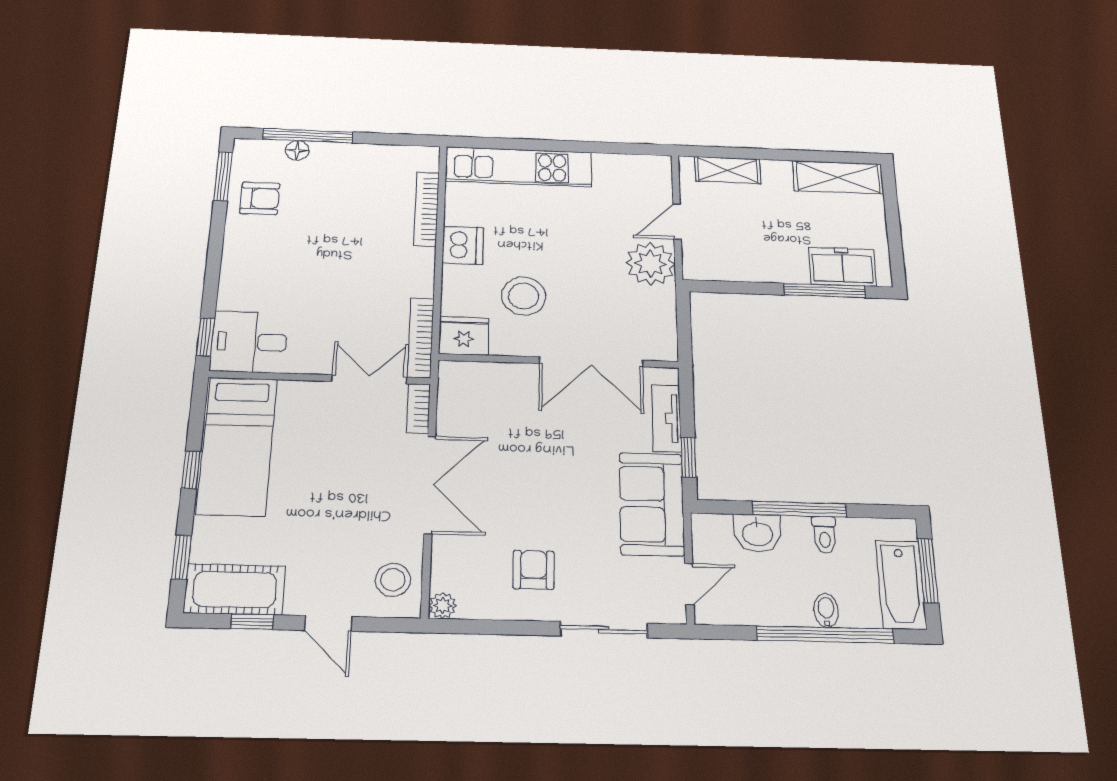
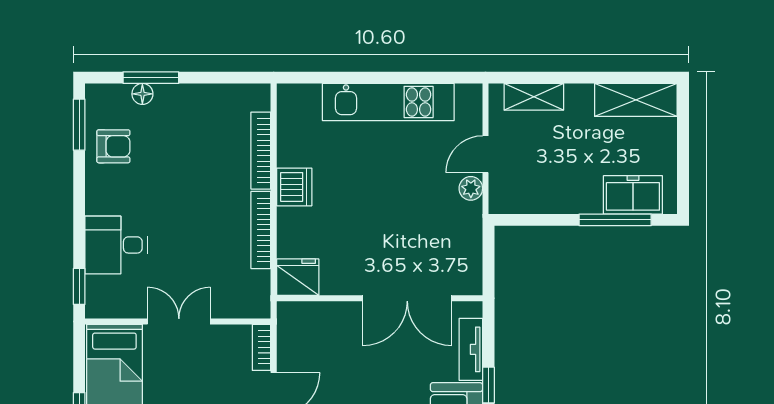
window: (308, 136) -> (151, 78), width x0.69
kitchen unit: (519, 167) -> (388, 102), moved
plant: (650, 264) -> (471, 188), width x0.53, depth x0.53
stool: (524, 296) -> (349, 236), removed
bookcase: (421, 337) -> (261, 230), moved
desk: (249, 342) -> (116, 245), moved
double door: (369, 379) -> (179, 321), moved

